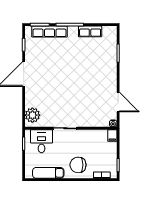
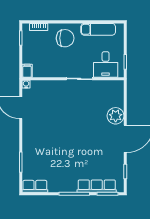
row of seats: (90, 31) -> (35, 186), moved
plant: (32, 115) -> (116, 116), moved

